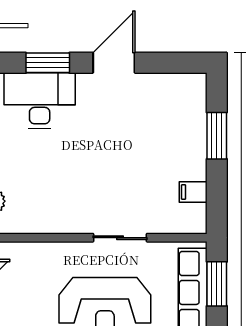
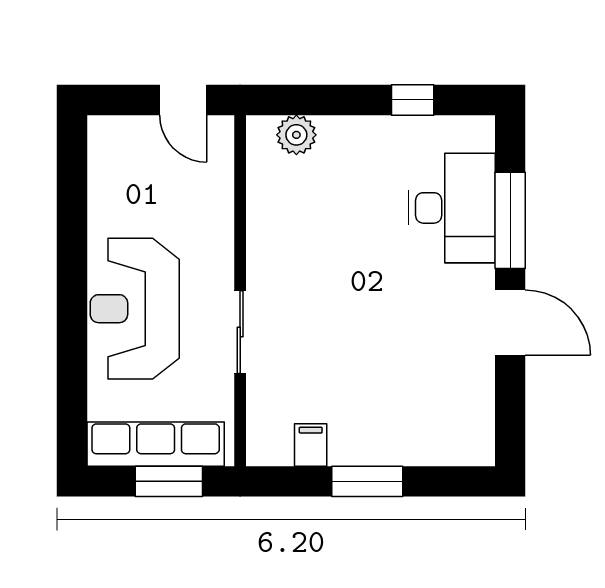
window: (48, 63) -> (510, 220), width x1.44
window: (217, 136) -> (367, 481), moved

